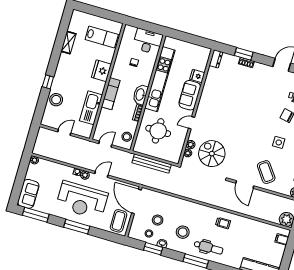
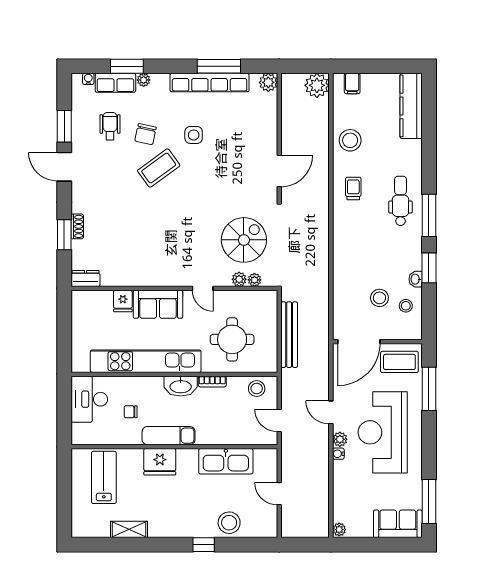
exam couch: (111, 94) -> (169, 436), moved
spiral stairs: (212, 154) -> (244, 240), turned 180
coffee table: (266, 172) -> (159, 168), moved
reception desk: (82, 200) -> (383, 432), turned 180
window: (77, 227) -> (429, 389), moved
stool: (183, 232) -> (350, 140), moved
window: (153, 249) -> (429, 268), moved

